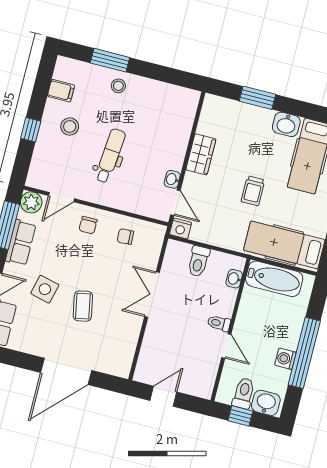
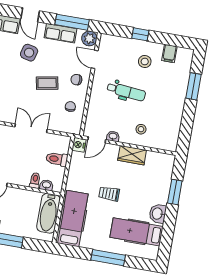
stool: (118, 86) -> (141, 129), moved
coffee table: (83, 306) -> (47, 83), moved
toilet: (219, 323) -> (35, 180), moved

